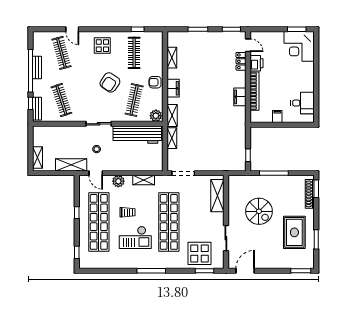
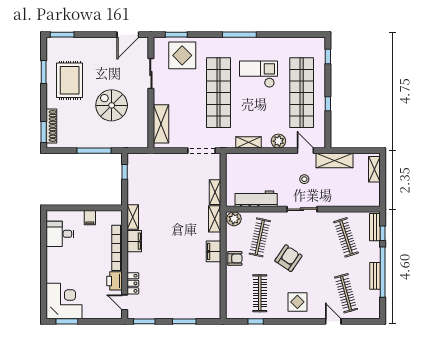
shelving: (172, 58) -> (133, 217), moved
workbench: (137, 135) -> (256, 199), width x0.73, depth x0.76
trolley: (127, 212) -> (268, 104), removed

